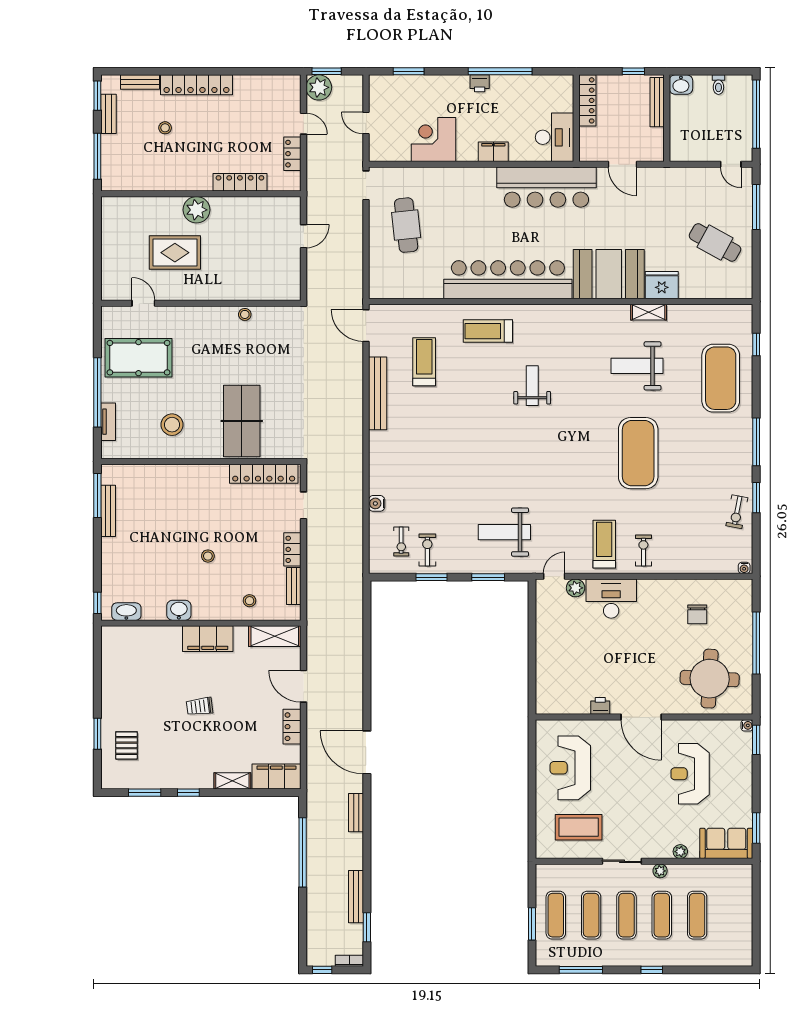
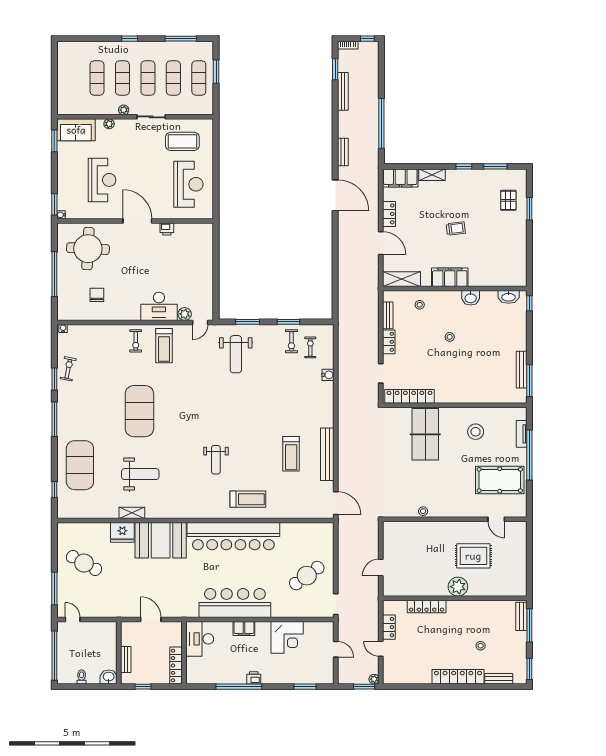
plant: (319, 87) -> (374, 679), width x0.53, depth x0.53
bench: (657, 102) -> (126, 659), width x0.73
bench: (108, 114) -> (521, 616), moved
bar counter: (546, 187) -> (235, 603), moved
cafe table: (406, 225) -> (307, 576), turned 60
treadmill: (424, 362) -> (291, 454), moved
weight bench: (504, 532) -> (236, 354), turned 90

